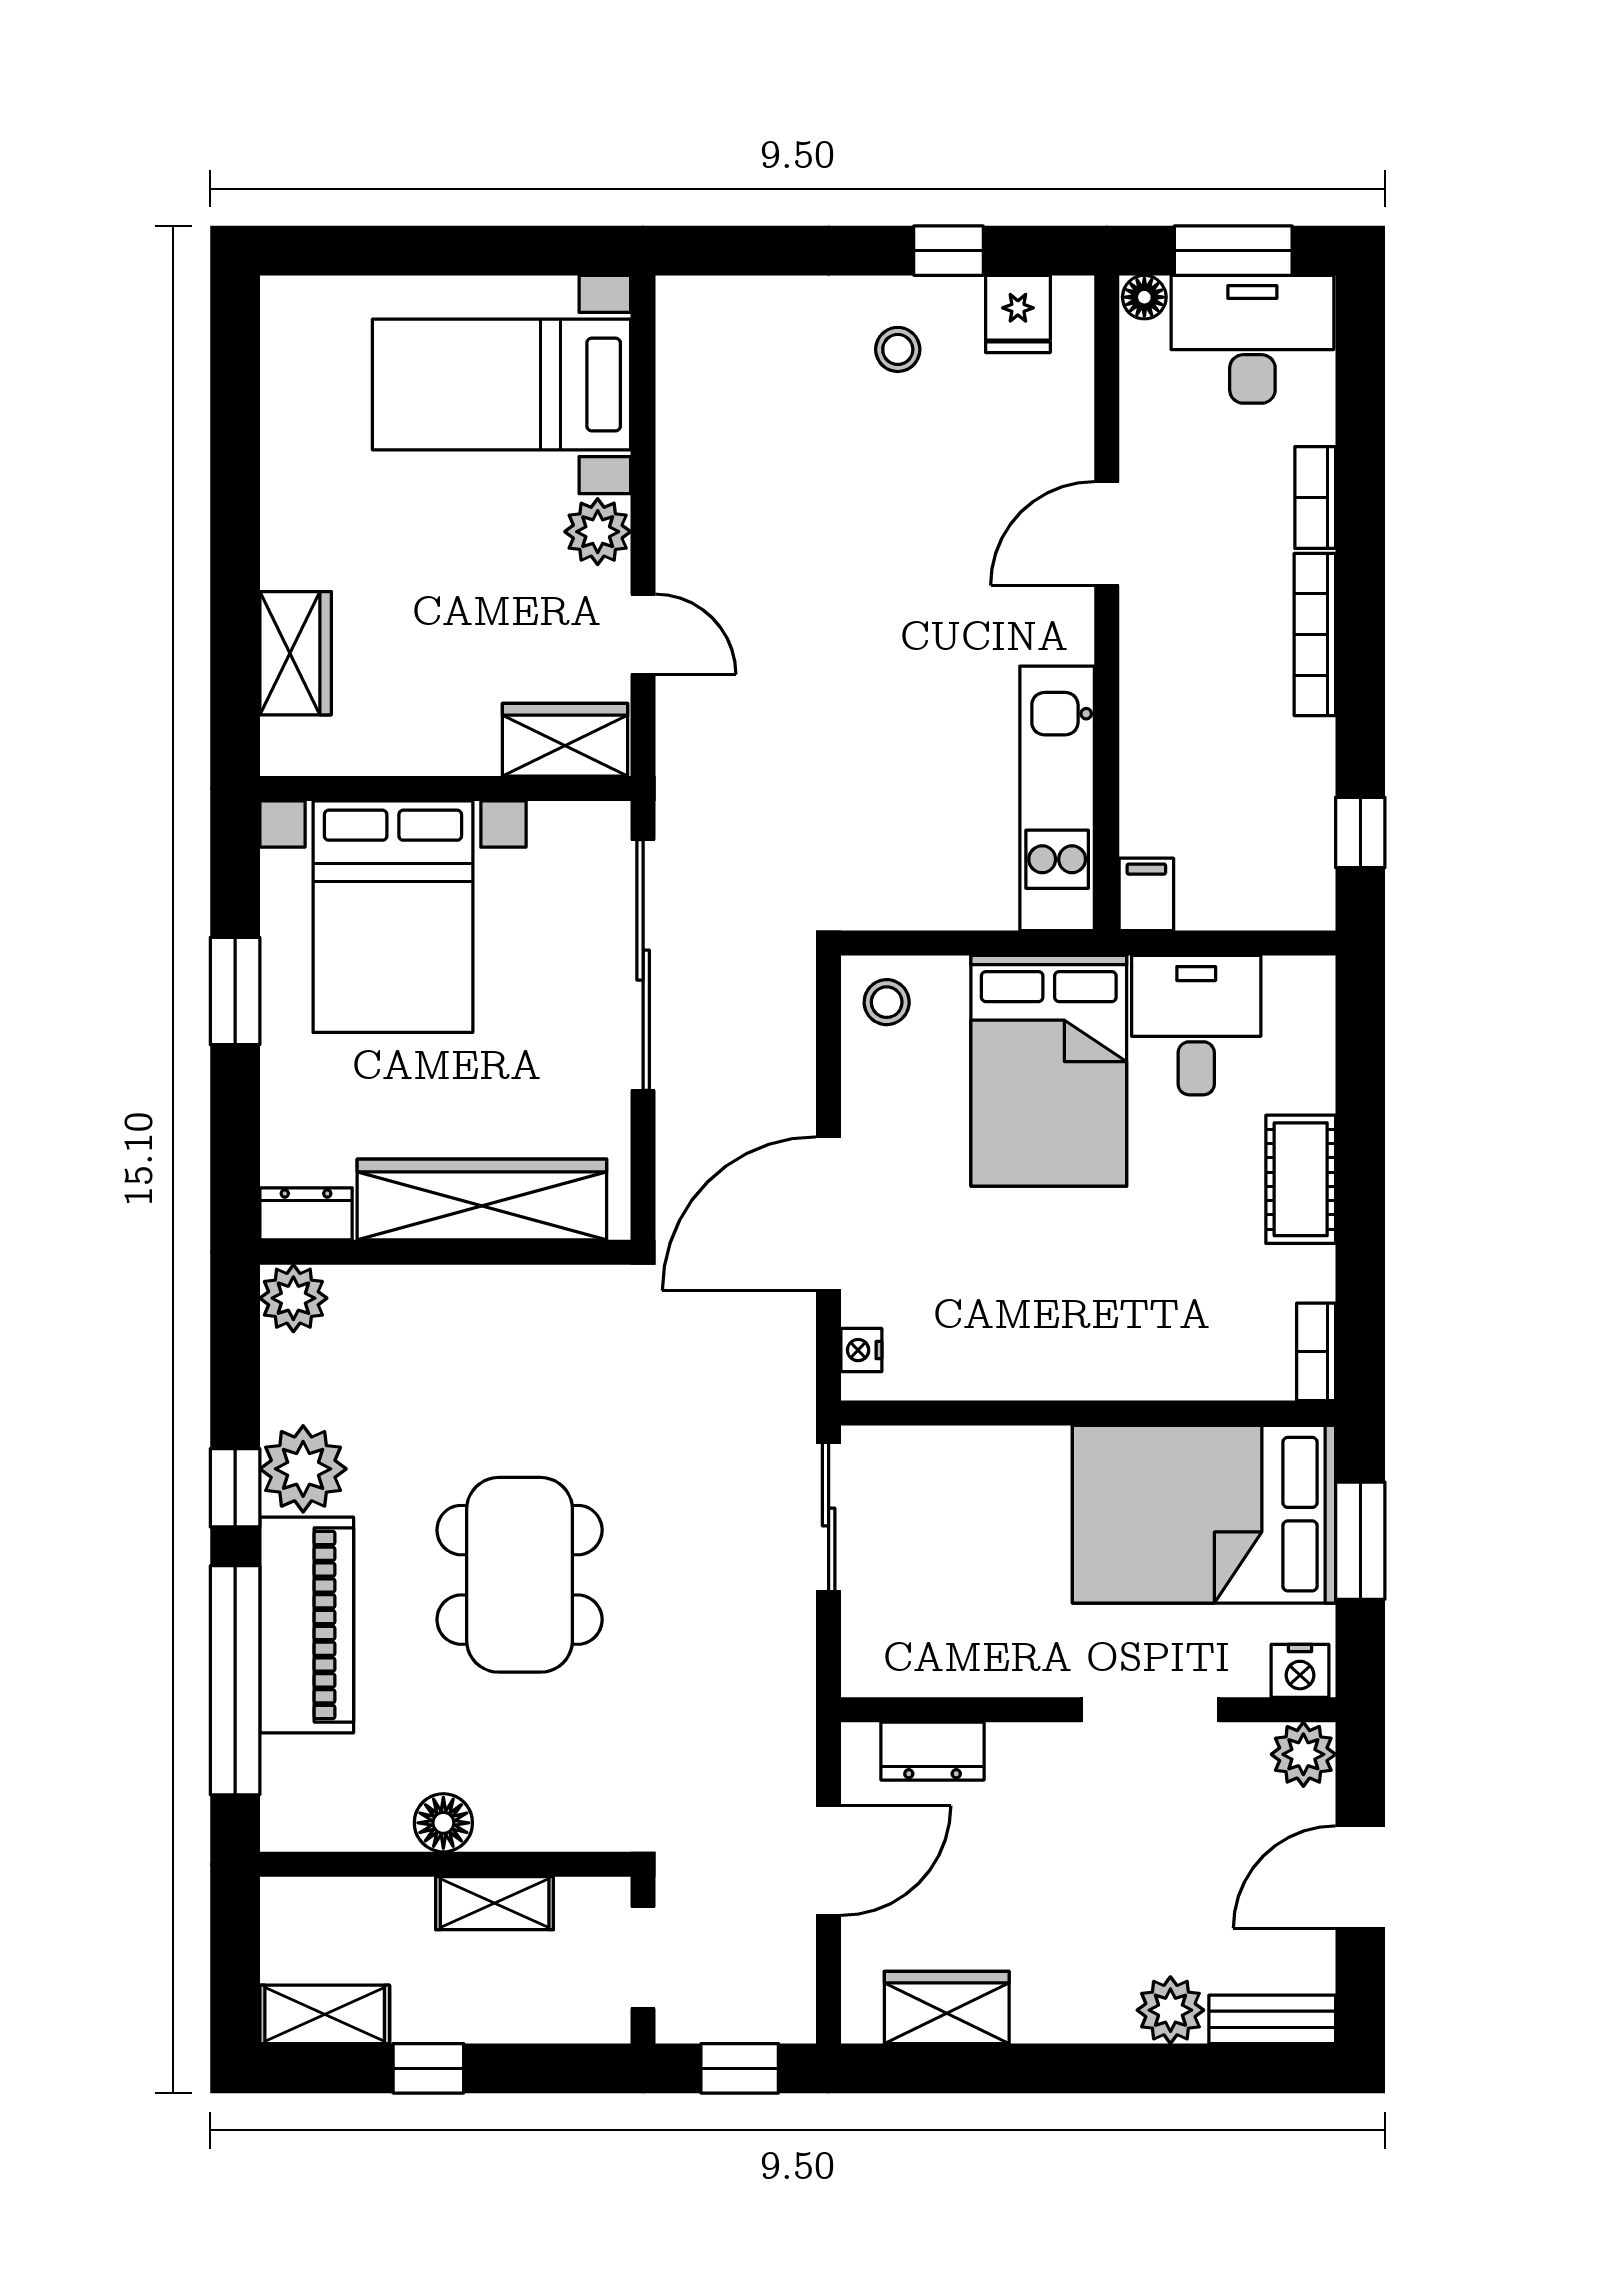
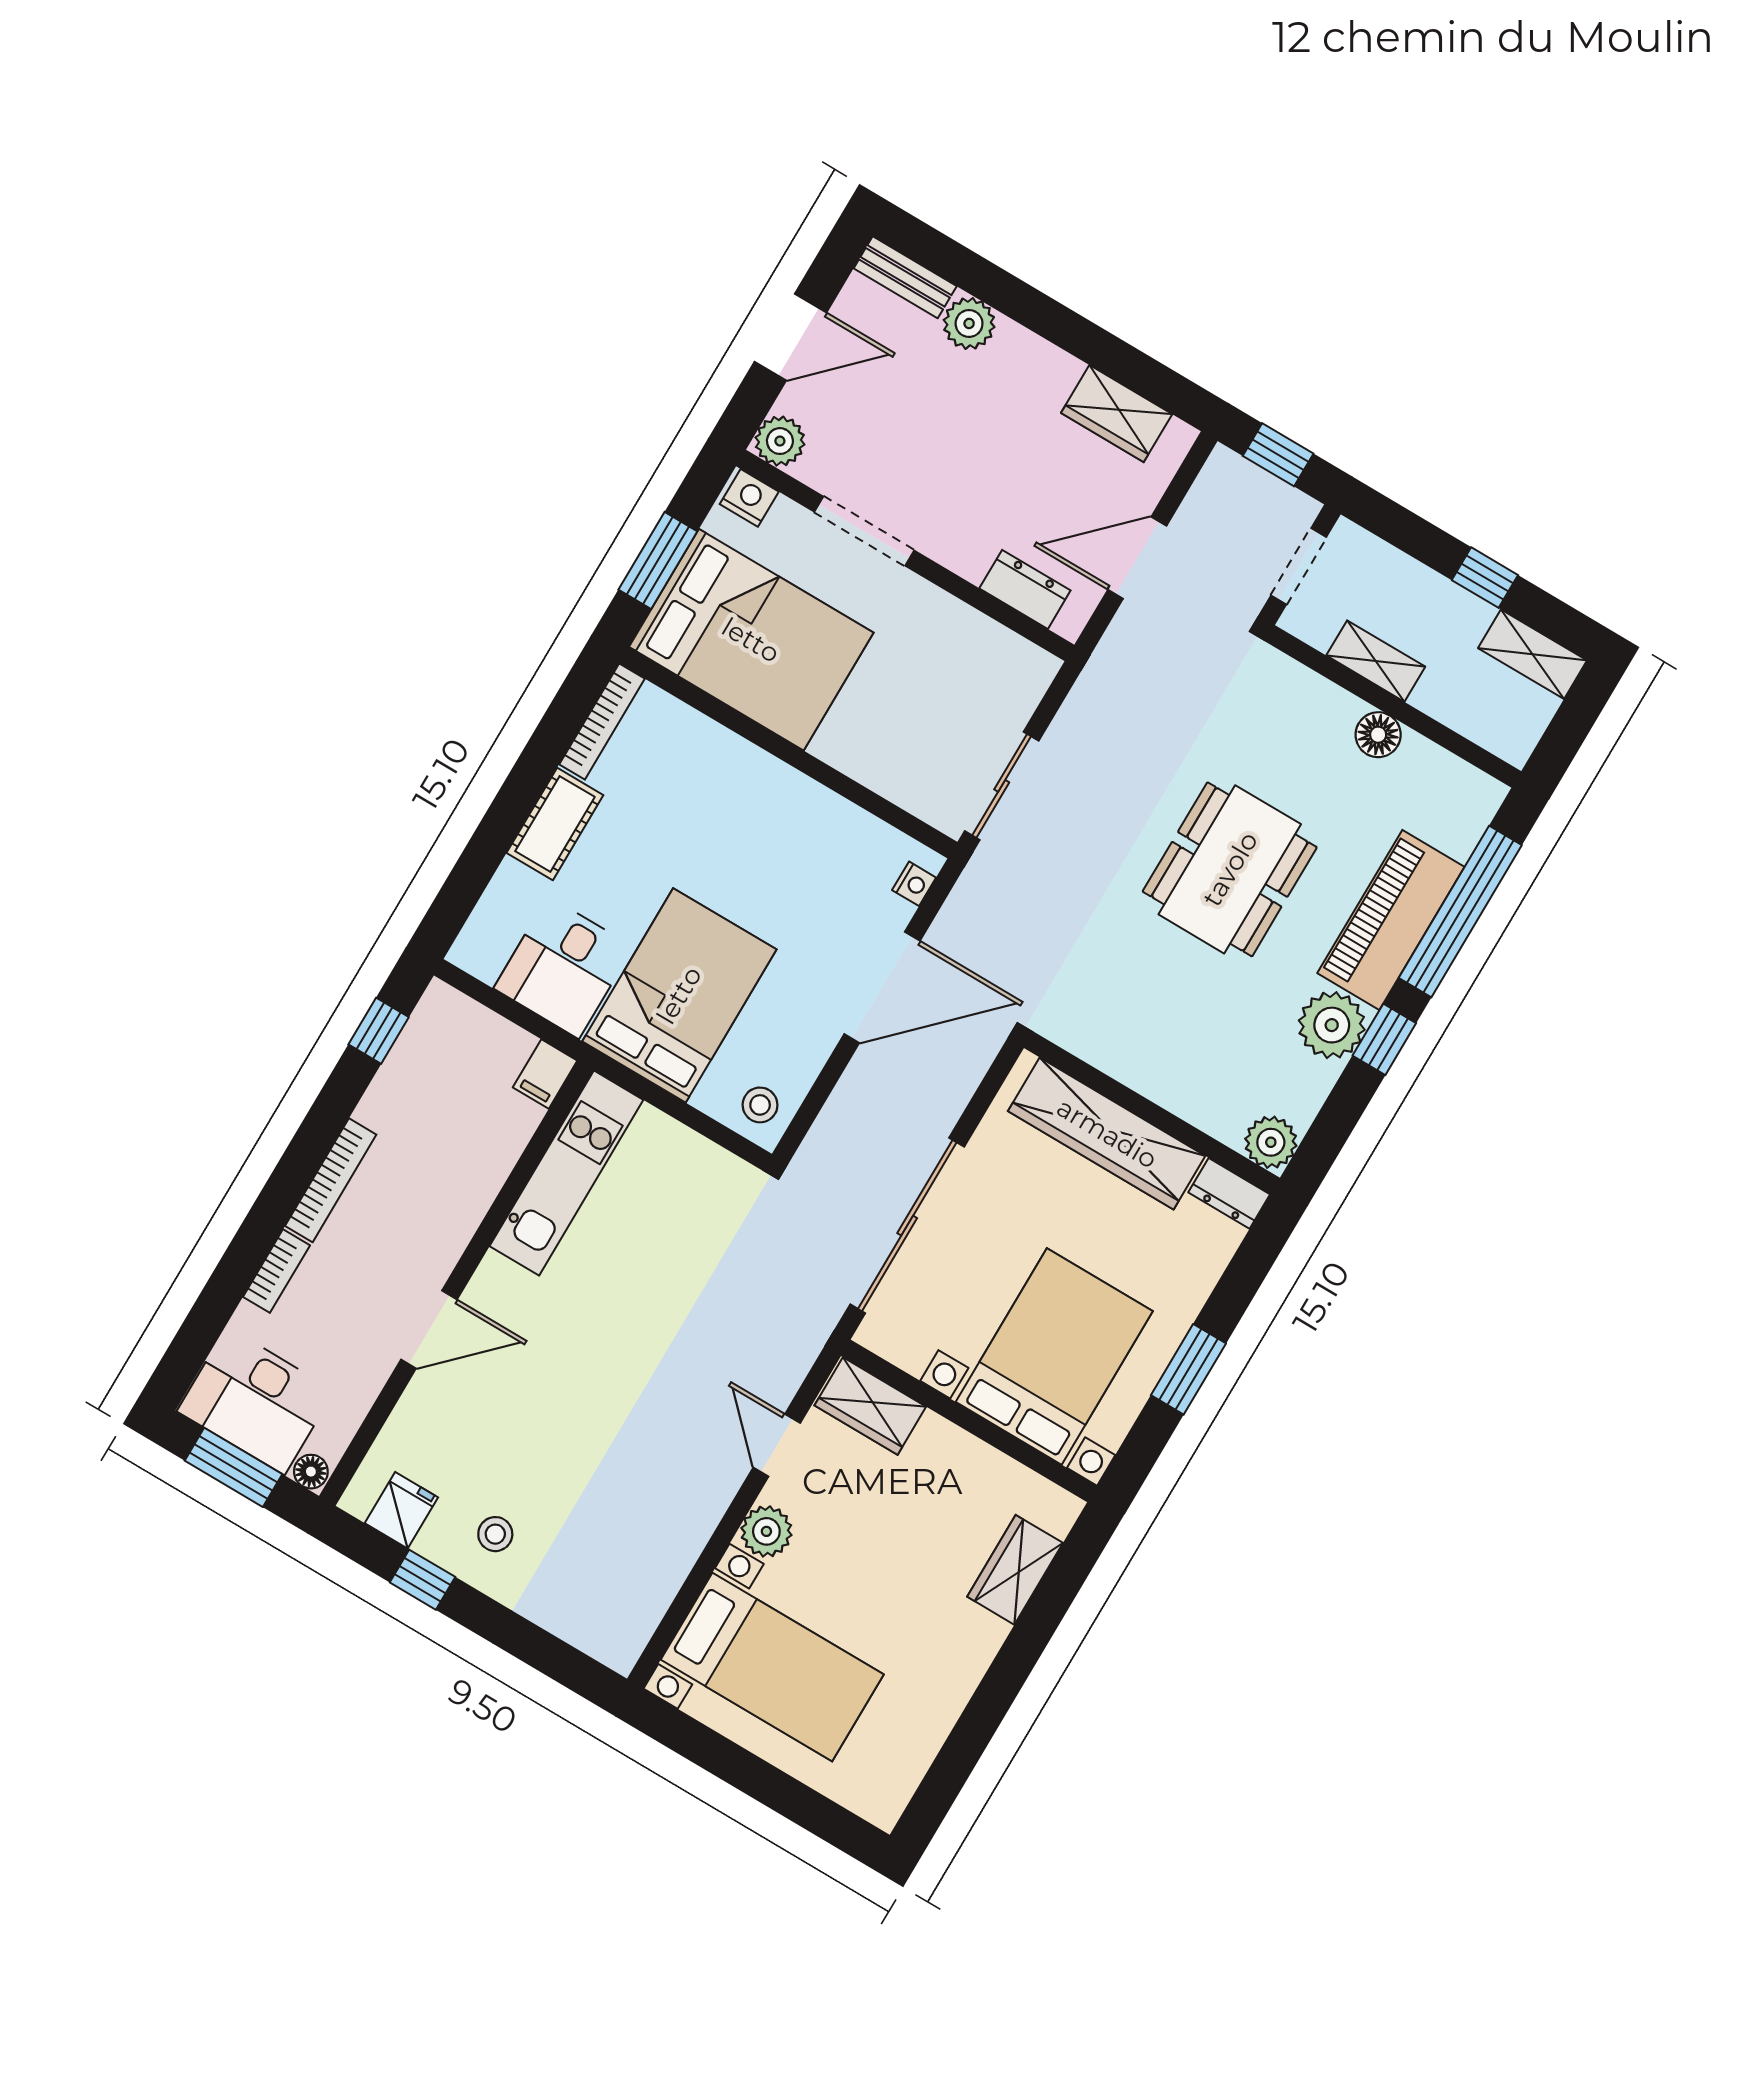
bookcase: (1316, 1352) -> (602, 721), width x1.56

